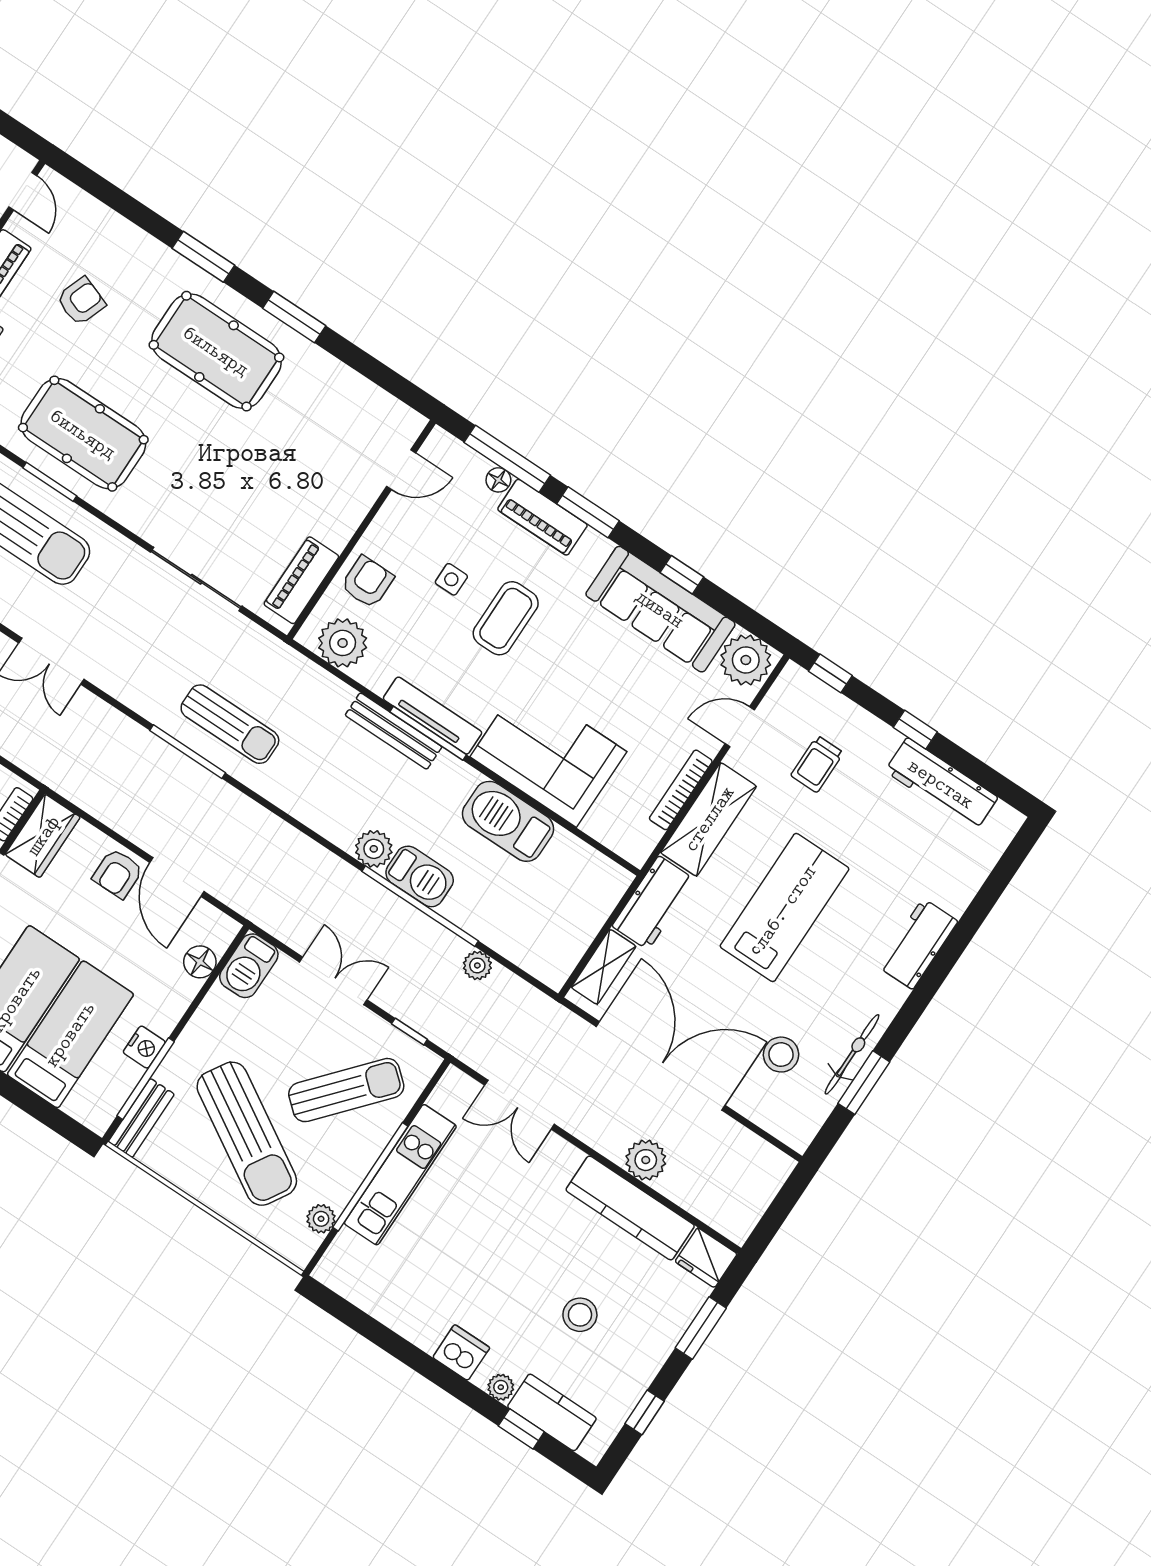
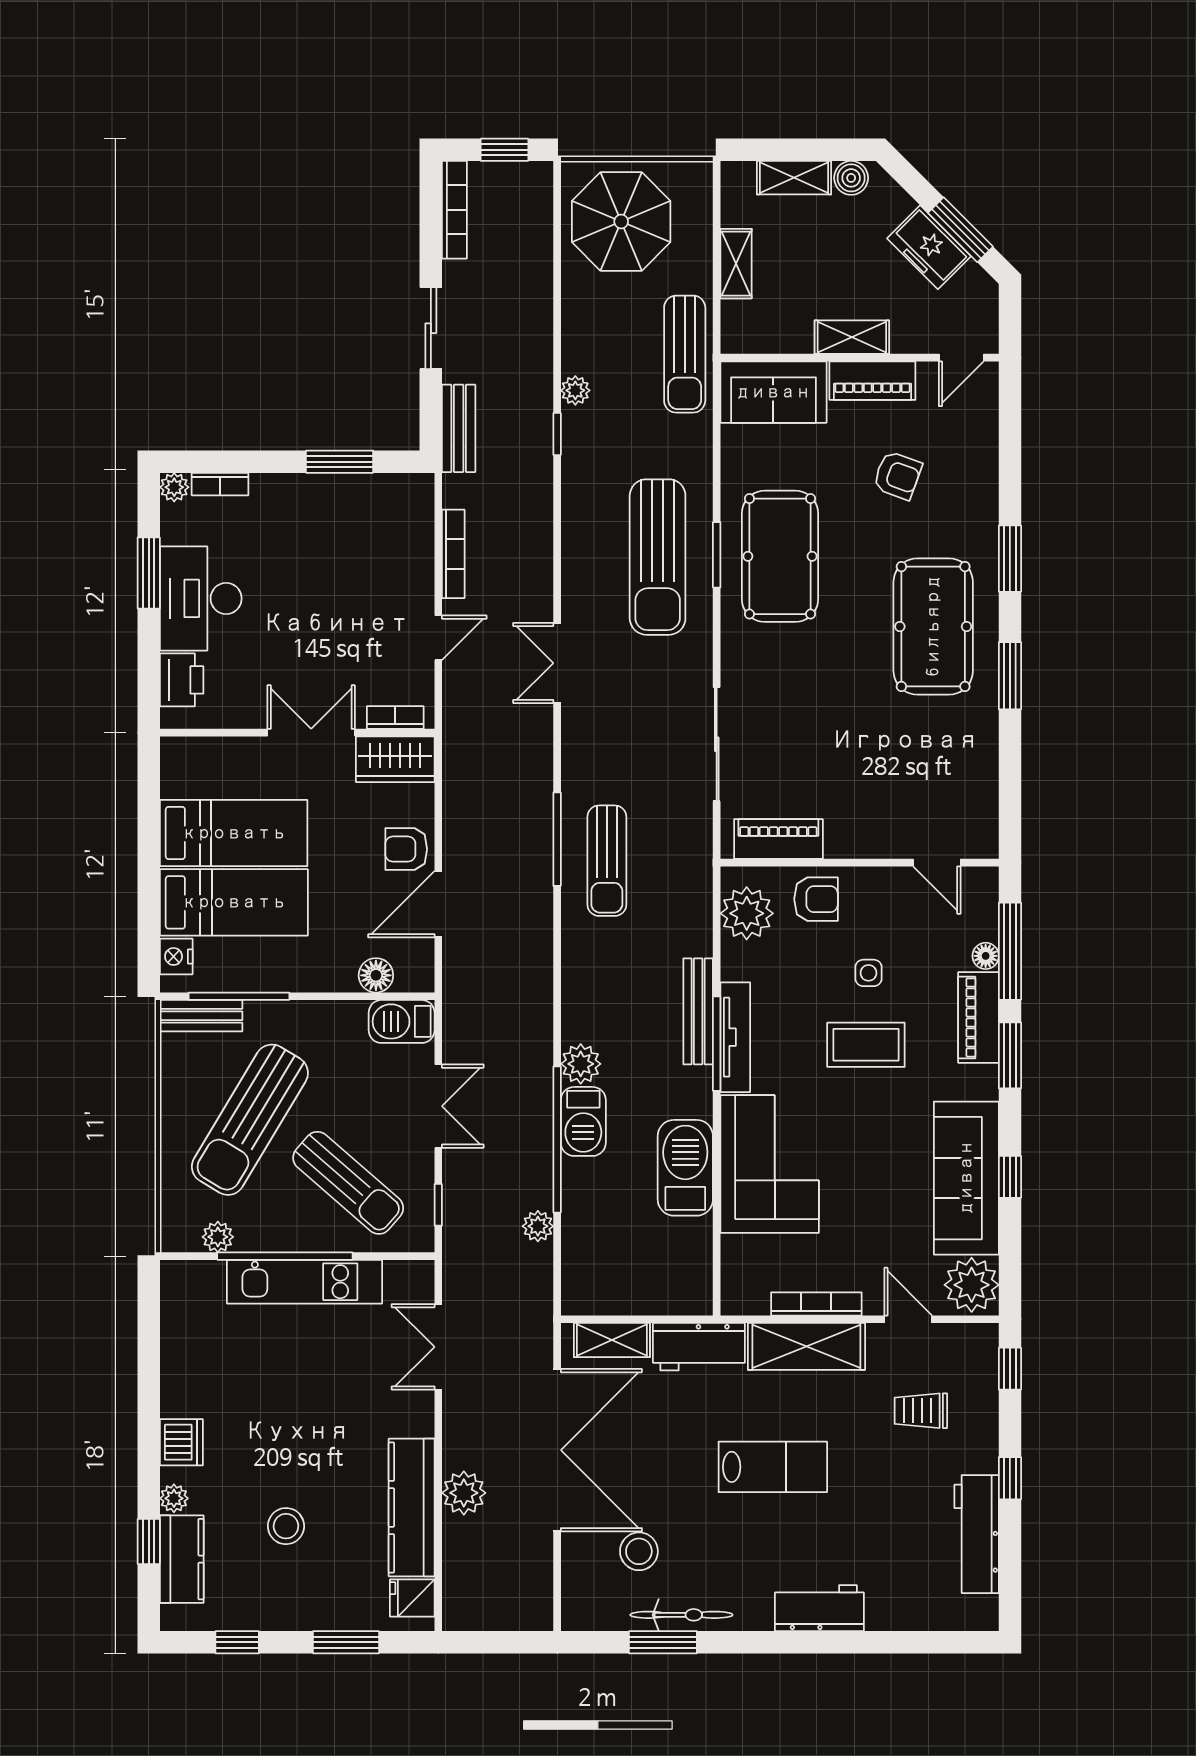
lab bench: (785, 907) -> (773, 1467), width x0.73, depth x0.72
nightstand: (144, 1047) -> (176, 956), moved, turned 90
fridge: (706, 1258) -> (412, 1598), width x0.72

